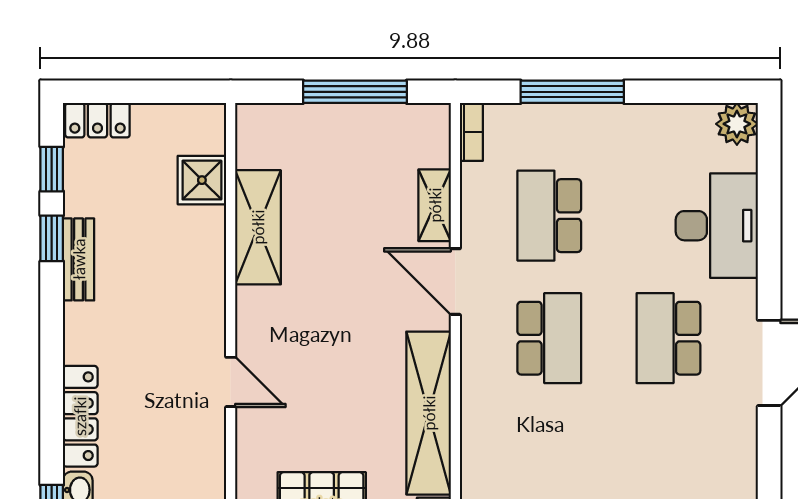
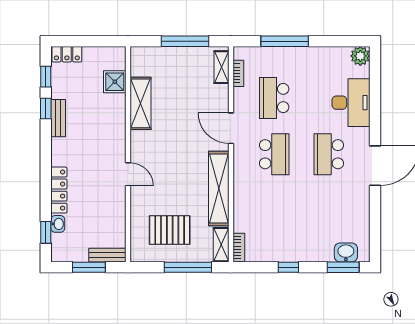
bookcase: (471, 132) -> (238, 73), moved
shelving: (435, 205) -> (222, 67), moved

